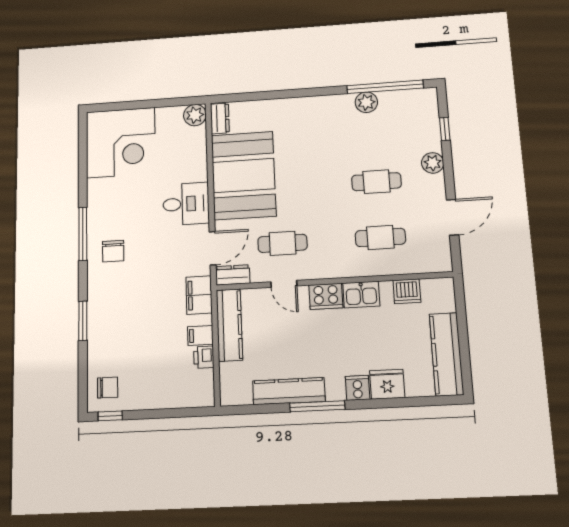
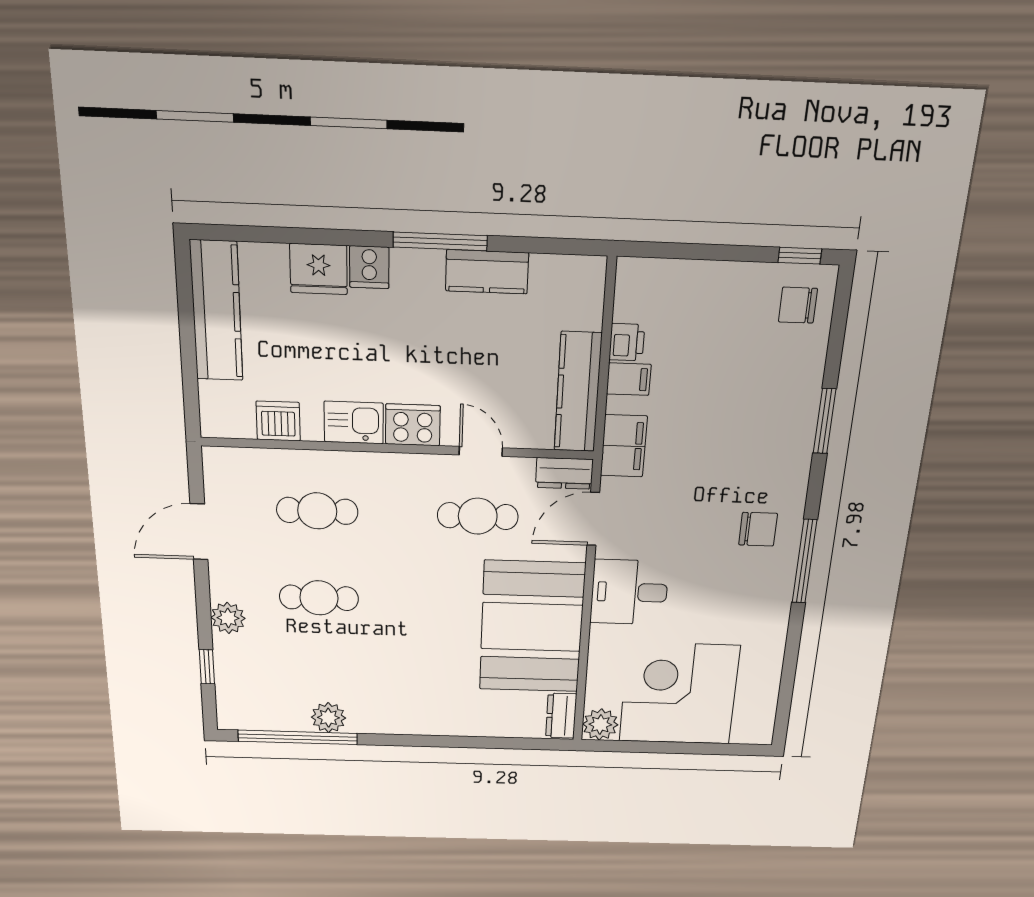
corner desk: (121, 143) -> (679, 694), moved
chair: (113, 251) -> (758, 529), turned 90
kitchen counter: (289, 391) -> (487, 272), width x0.67

